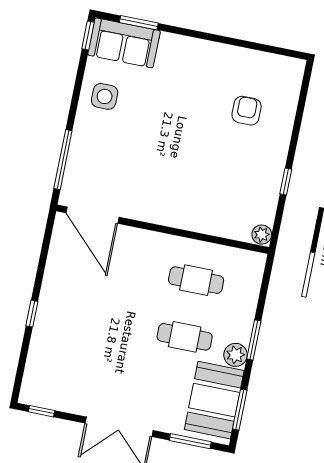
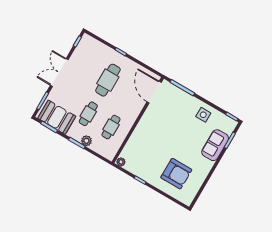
sofa: (124, 43) -> (215, 145), moved
armchair: (247, 111) -> (176, 174), width x1.88, depth x1.88
door: (92, 215) -> (154, 92), hinge flipped
cafe table: (100, 320) -> (108, 80), added
plant: (235, 355) -> (86, 141), moved

